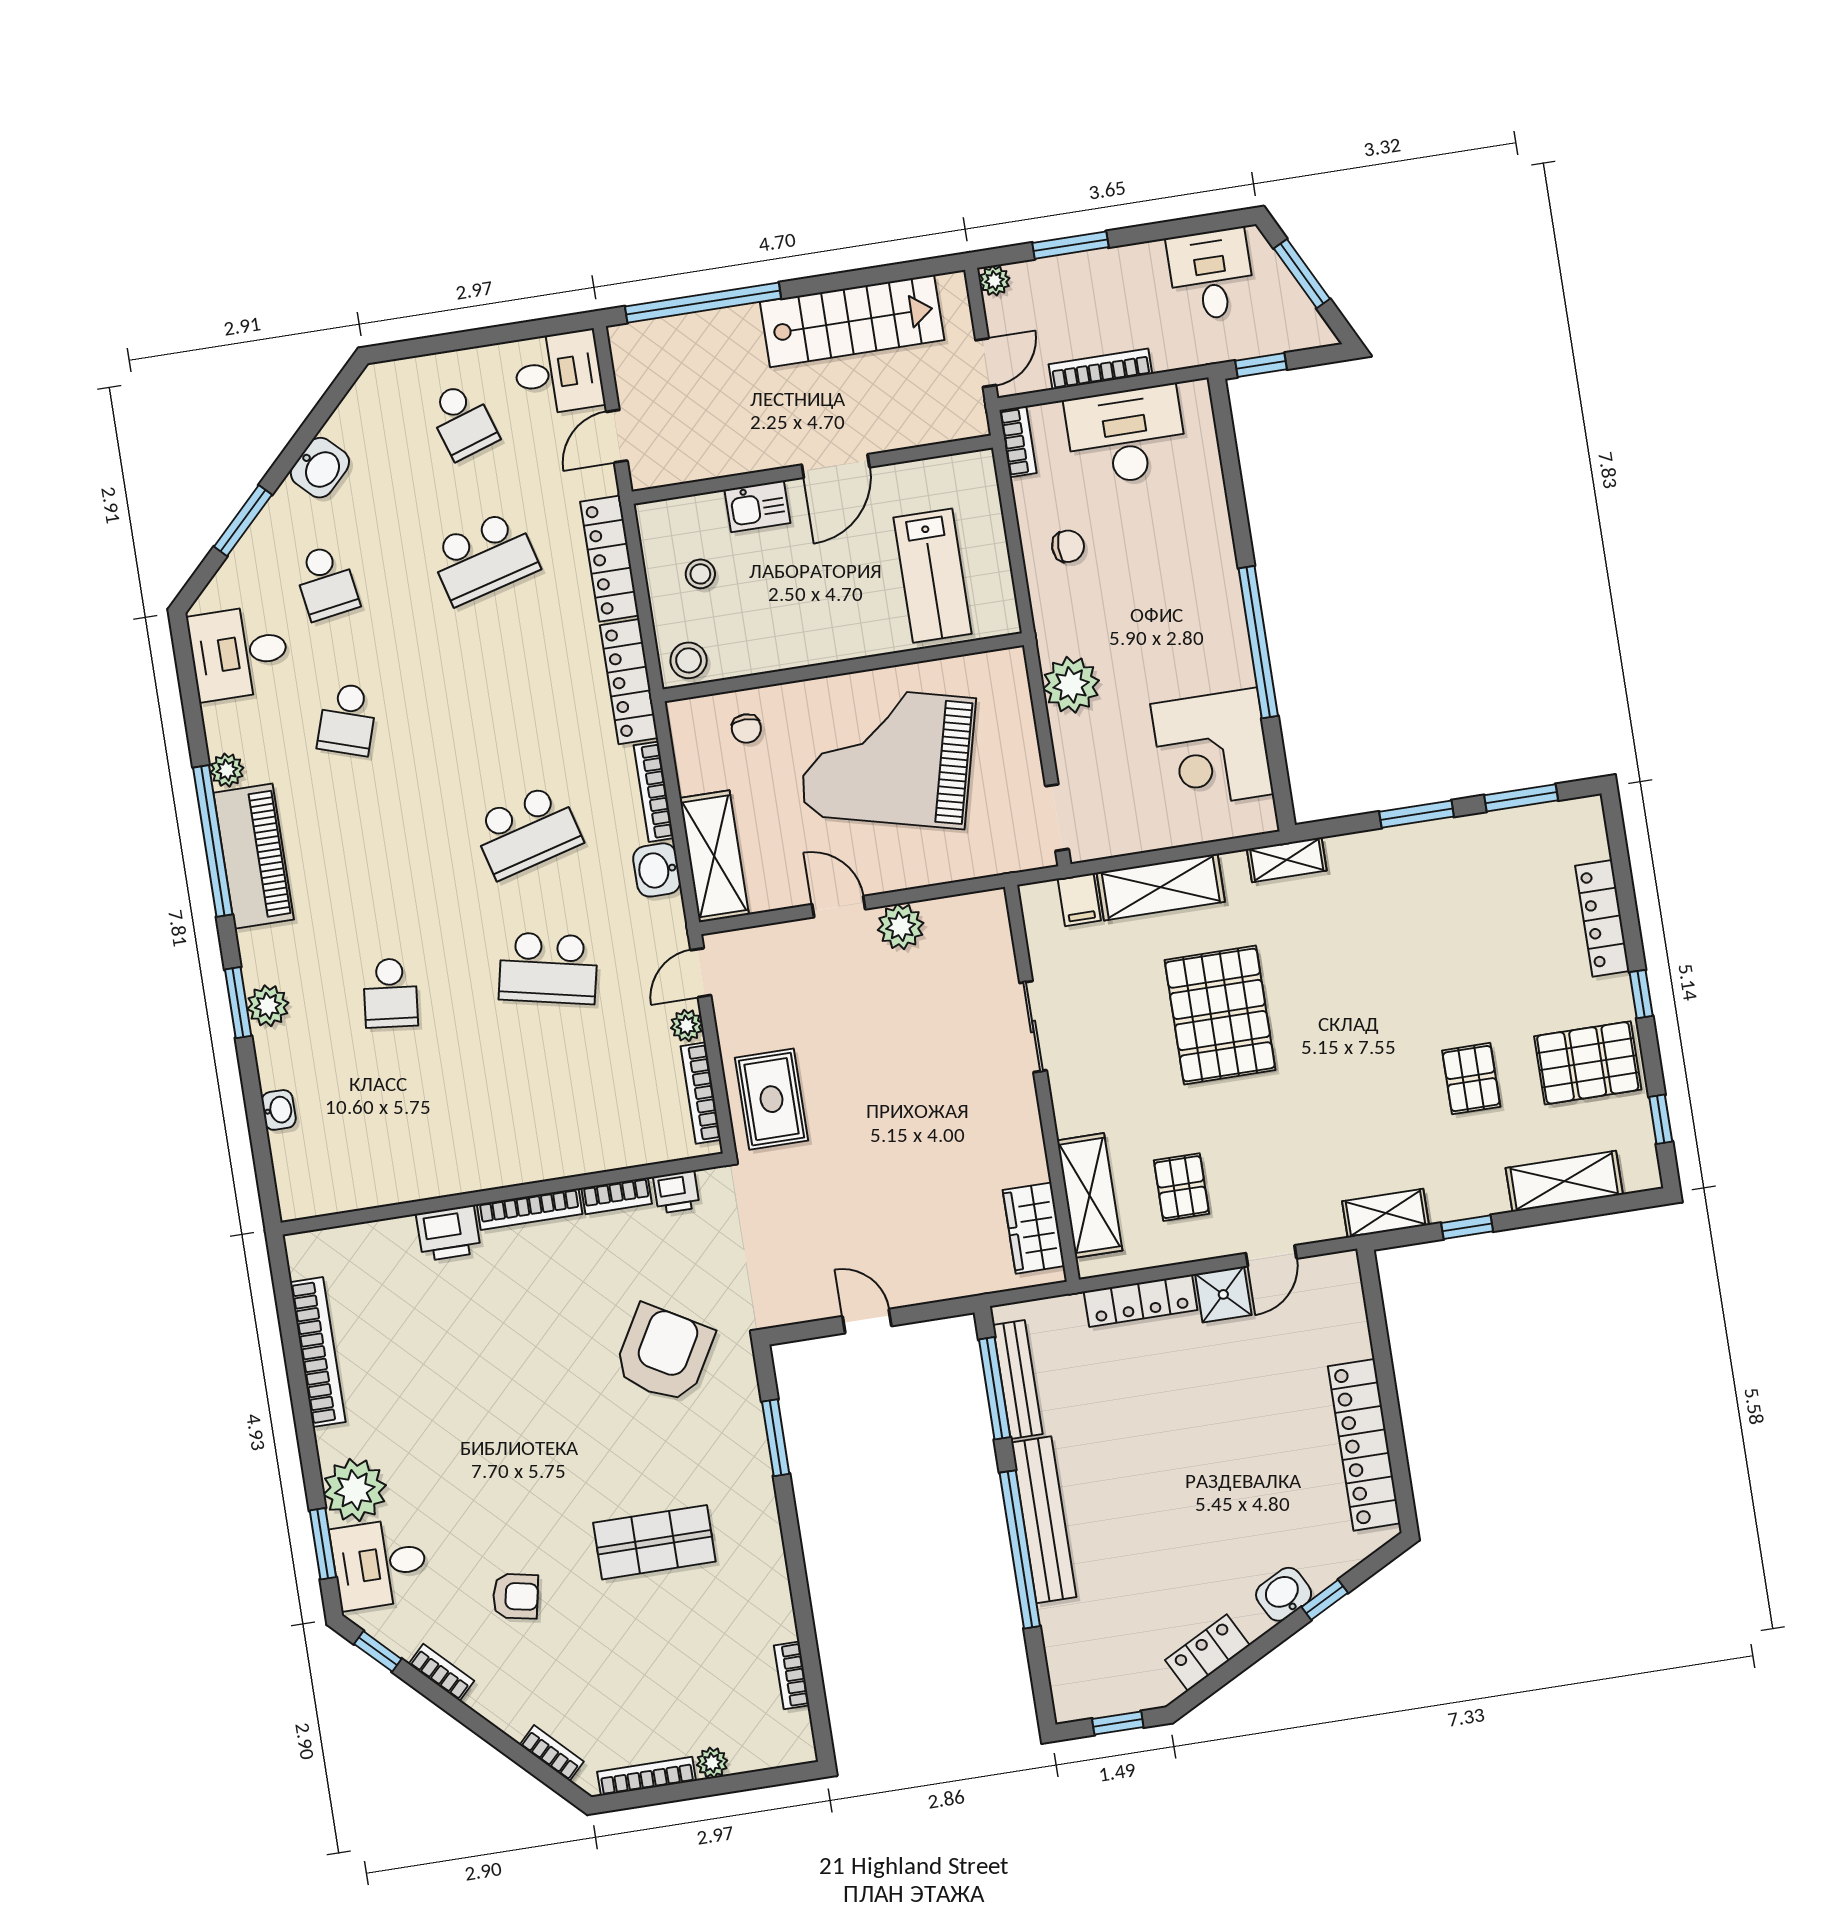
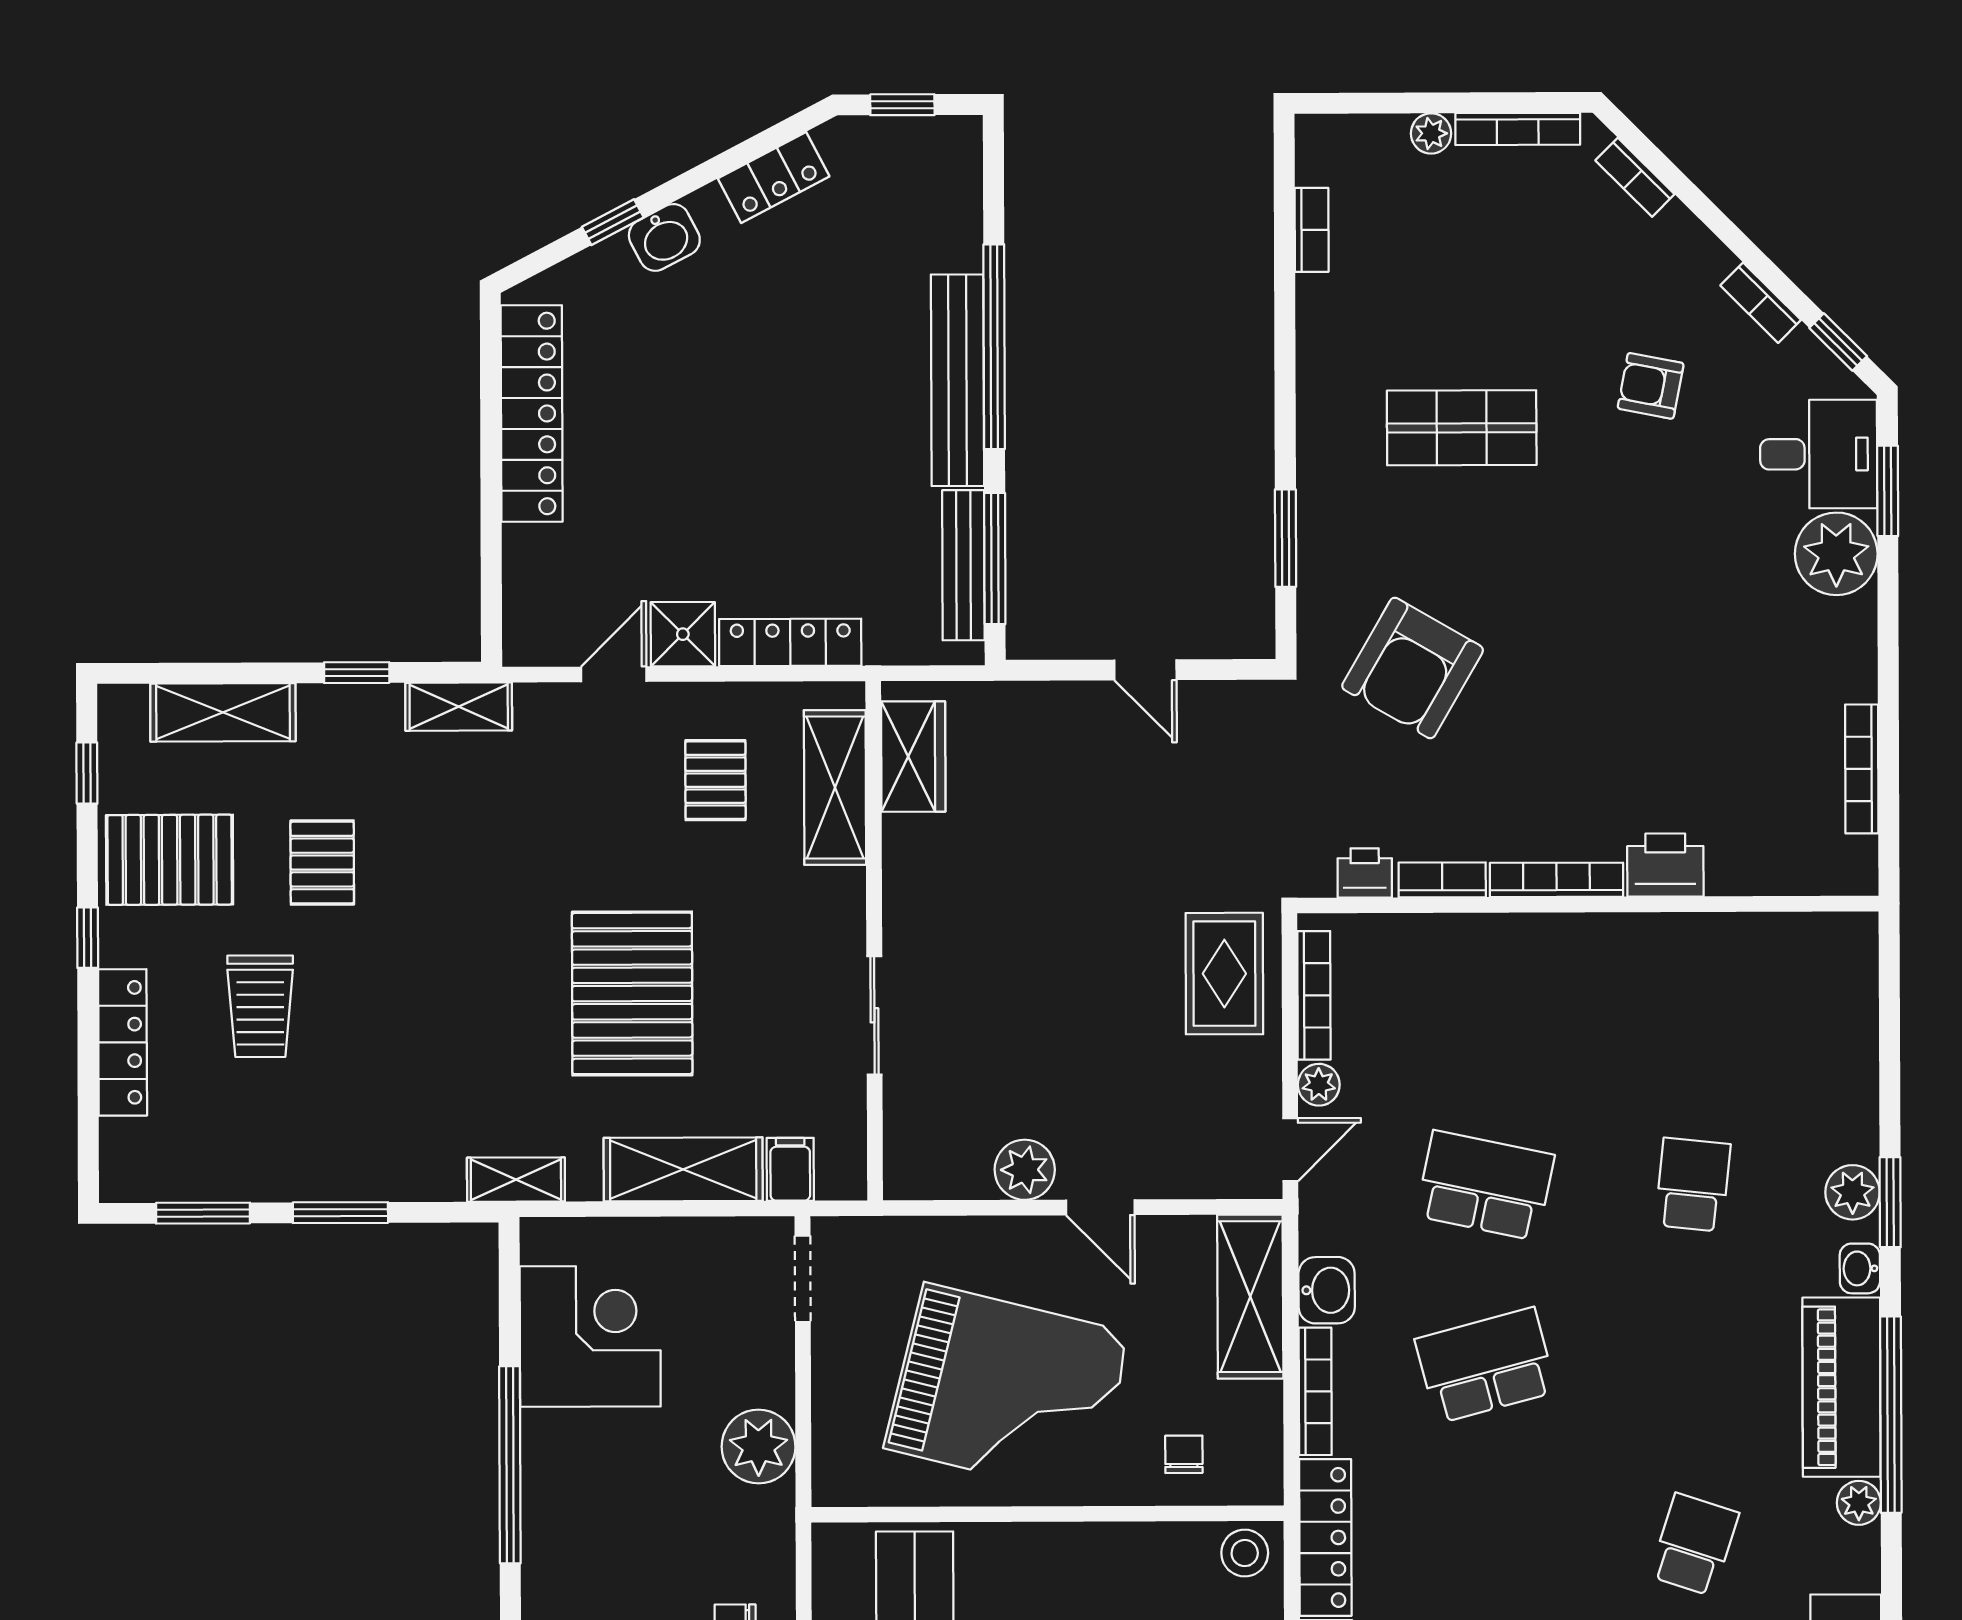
trolley: (1502, 962) -> (260, 1006), added
washbasin: (279, 1110) -> (1860, 1268), moved
bookcase: (318, 1352) -> (1862, 769), width x0.68, depth x0.76

